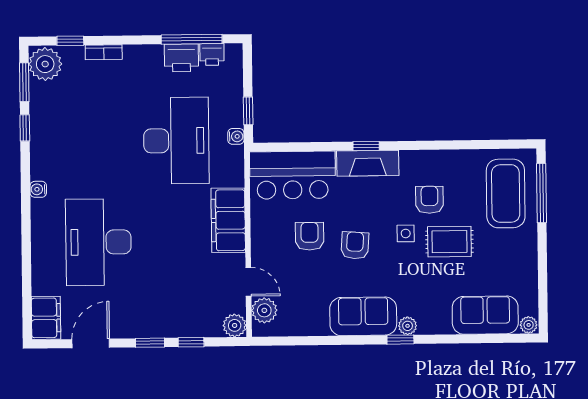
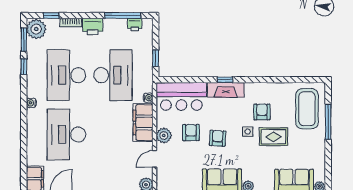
printer: (181, 58) -> (93, 26), moved
water cooler: (236, 136) -> (148, 98), moved
desk: (97, 142) -> (66, 75), added
window: (542, 193) -> (328, 122), moved
door: (248, 282) -> (155, 159), swing flipped
plant: (264, 310) -> (164, 136), moved

